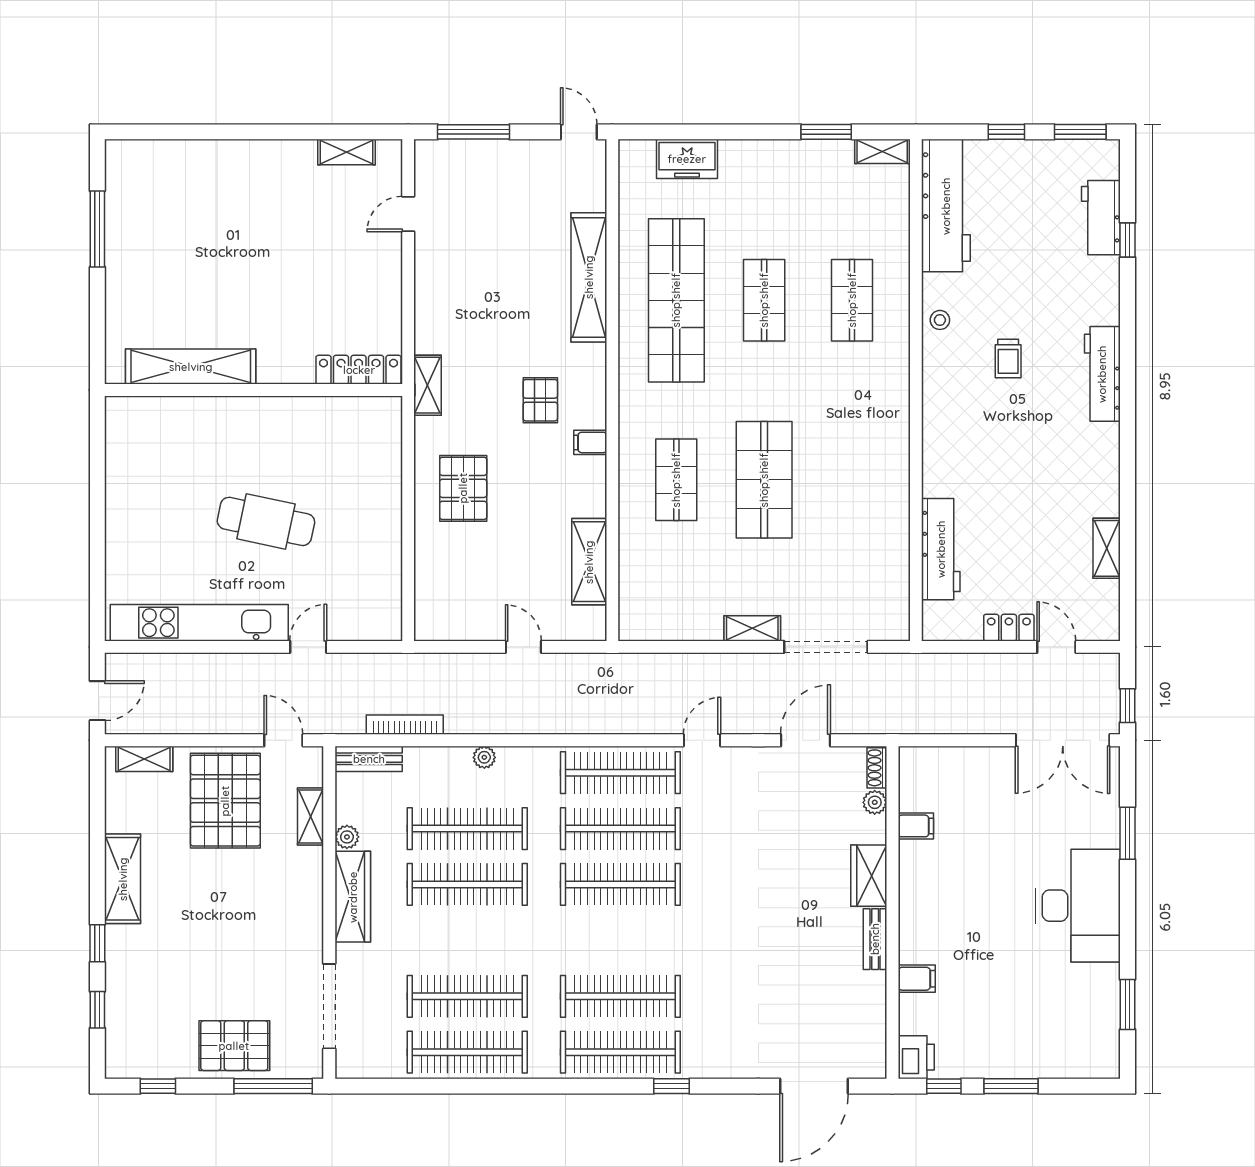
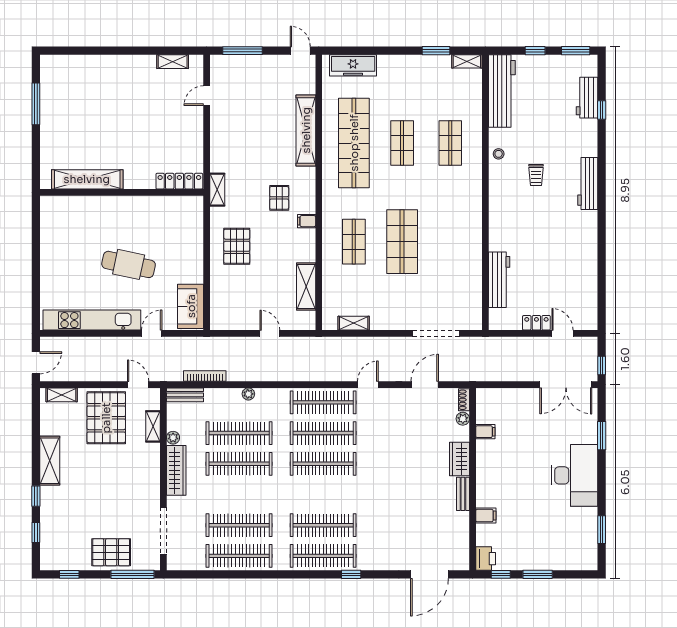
freezer: (687, 159) -> (353, 65), width x1.40
shelving: (1107, 548) -> (590, 279), removed
sofa: (379, 598) -> (191, 306), added
shelving: (752, 628) -> (354, 323), moved

